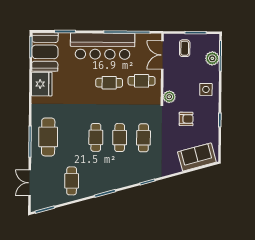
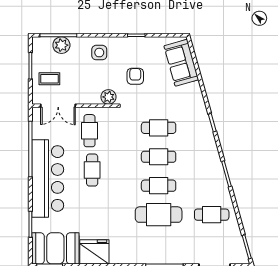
cafe table: (48, 137) -> (159, 215), moved

